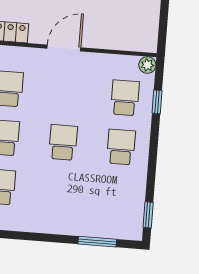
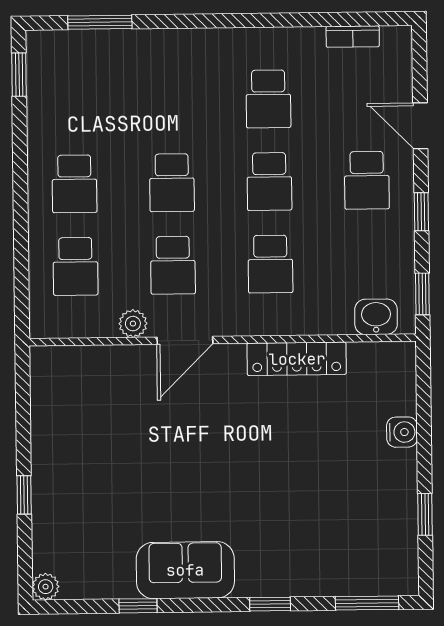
plant: (147, 65) -> (133, 324), moved
school desk: (67, 93) -> (173, 265), added
window: (157, 102) -> (21, 265), removed

